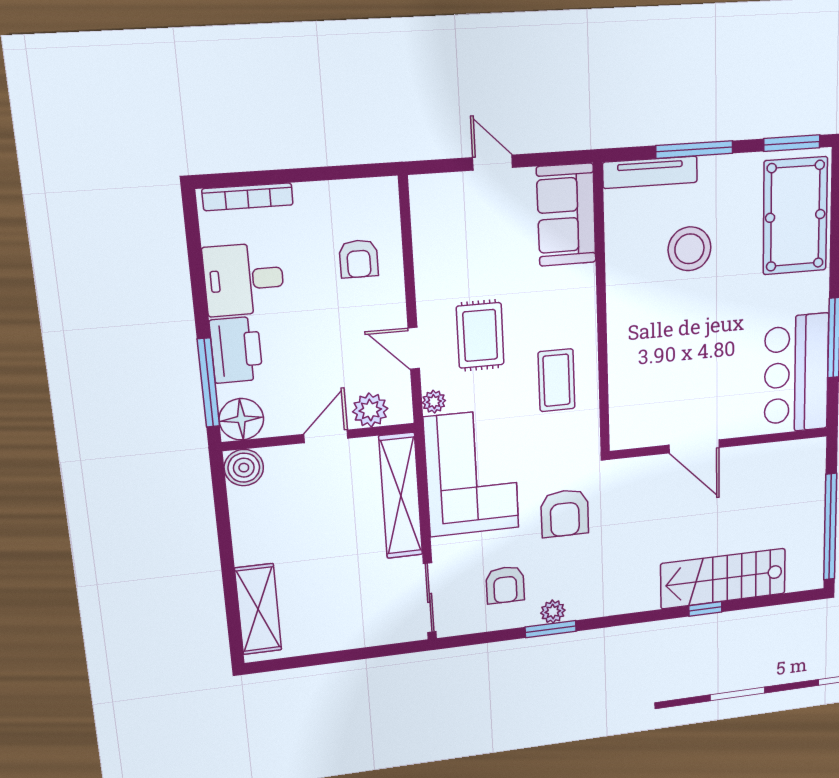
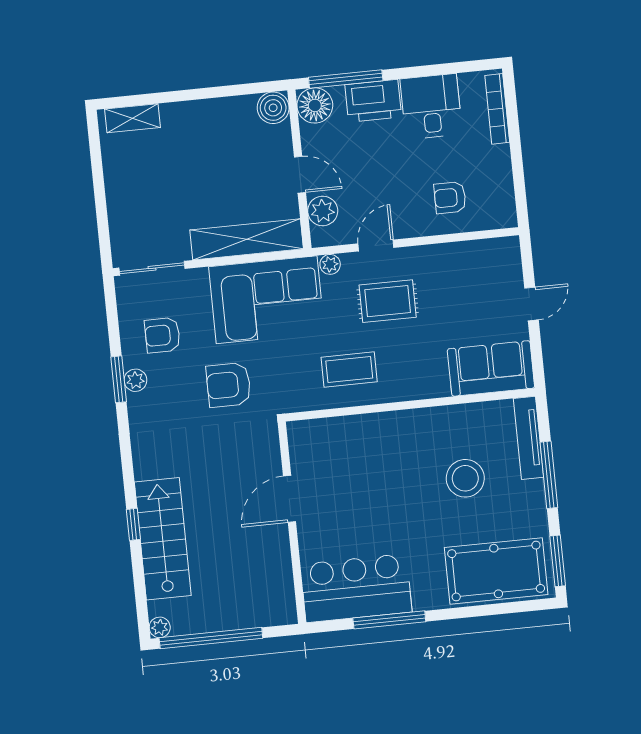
plant: (813, 579) -> (160, 627), added
shelving: (258, 609) -> (132, 118), width x0.67, depth x0.75

